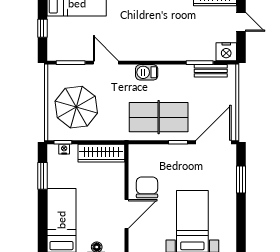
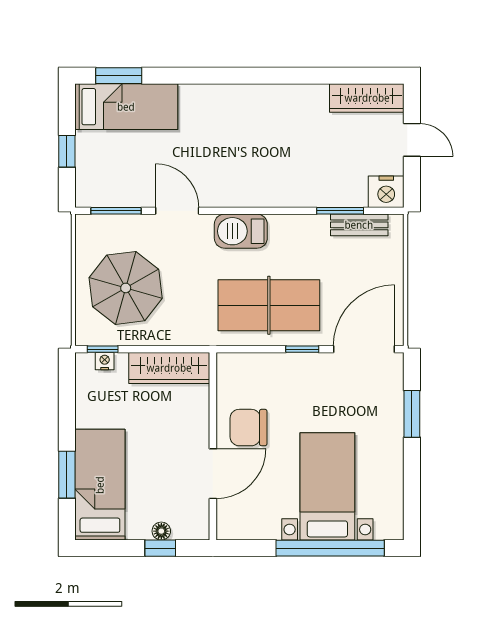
barbecue: (147, 72) -> (241, 231), width x1.38, depth x1.27
window: (42, 176) -> (67, 475), moved
chair: (147, 187) -> (249, 428), turned -90

